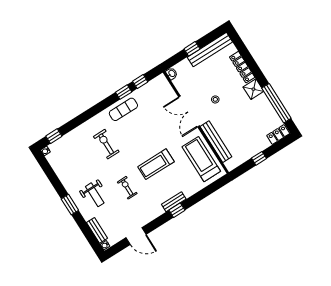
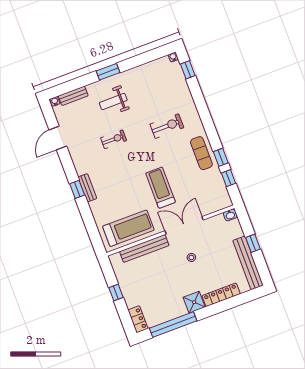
treadmill: (156, 164) -> (161, 188), moved

